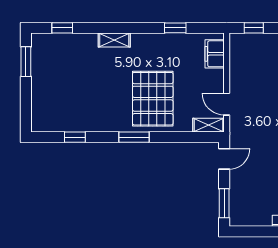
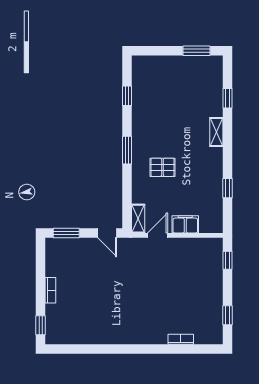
window: (62, 28) -> (228, 98), moved
filing cabinet: (215, 54) -> (185, 224), moved
pallet: (153, 99) -> (162, 167), width x0.49, depth x0.50

